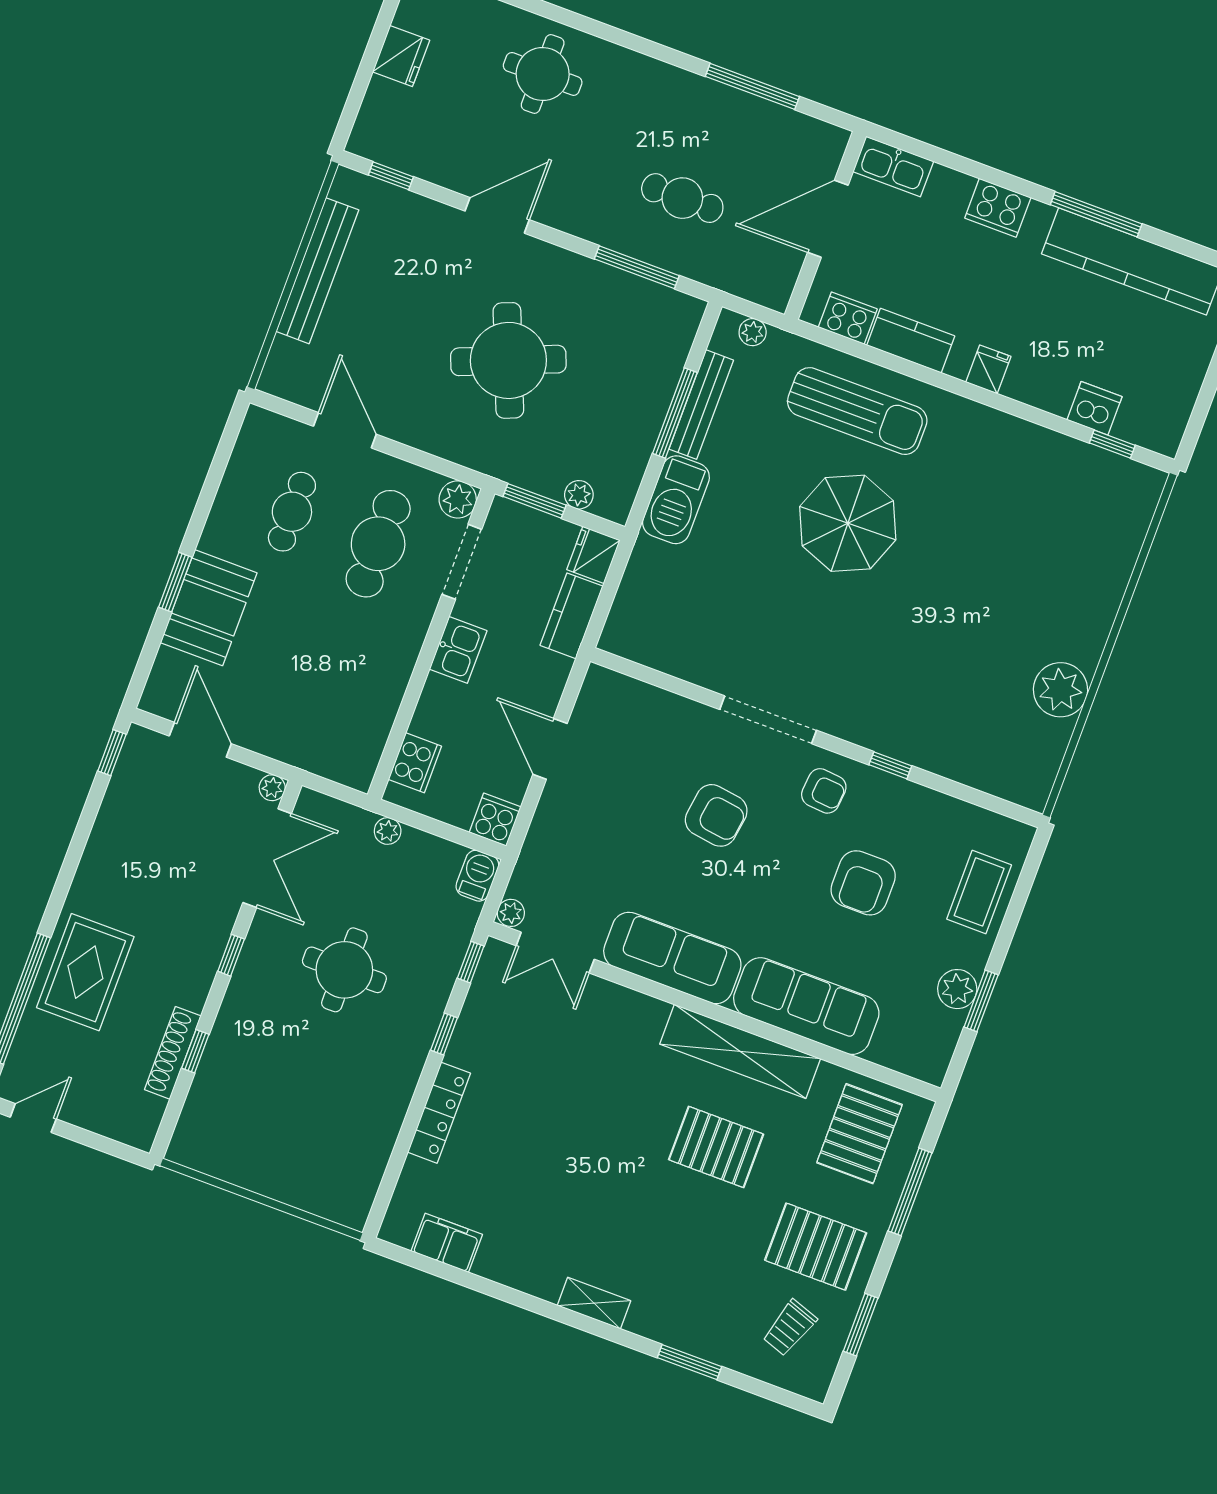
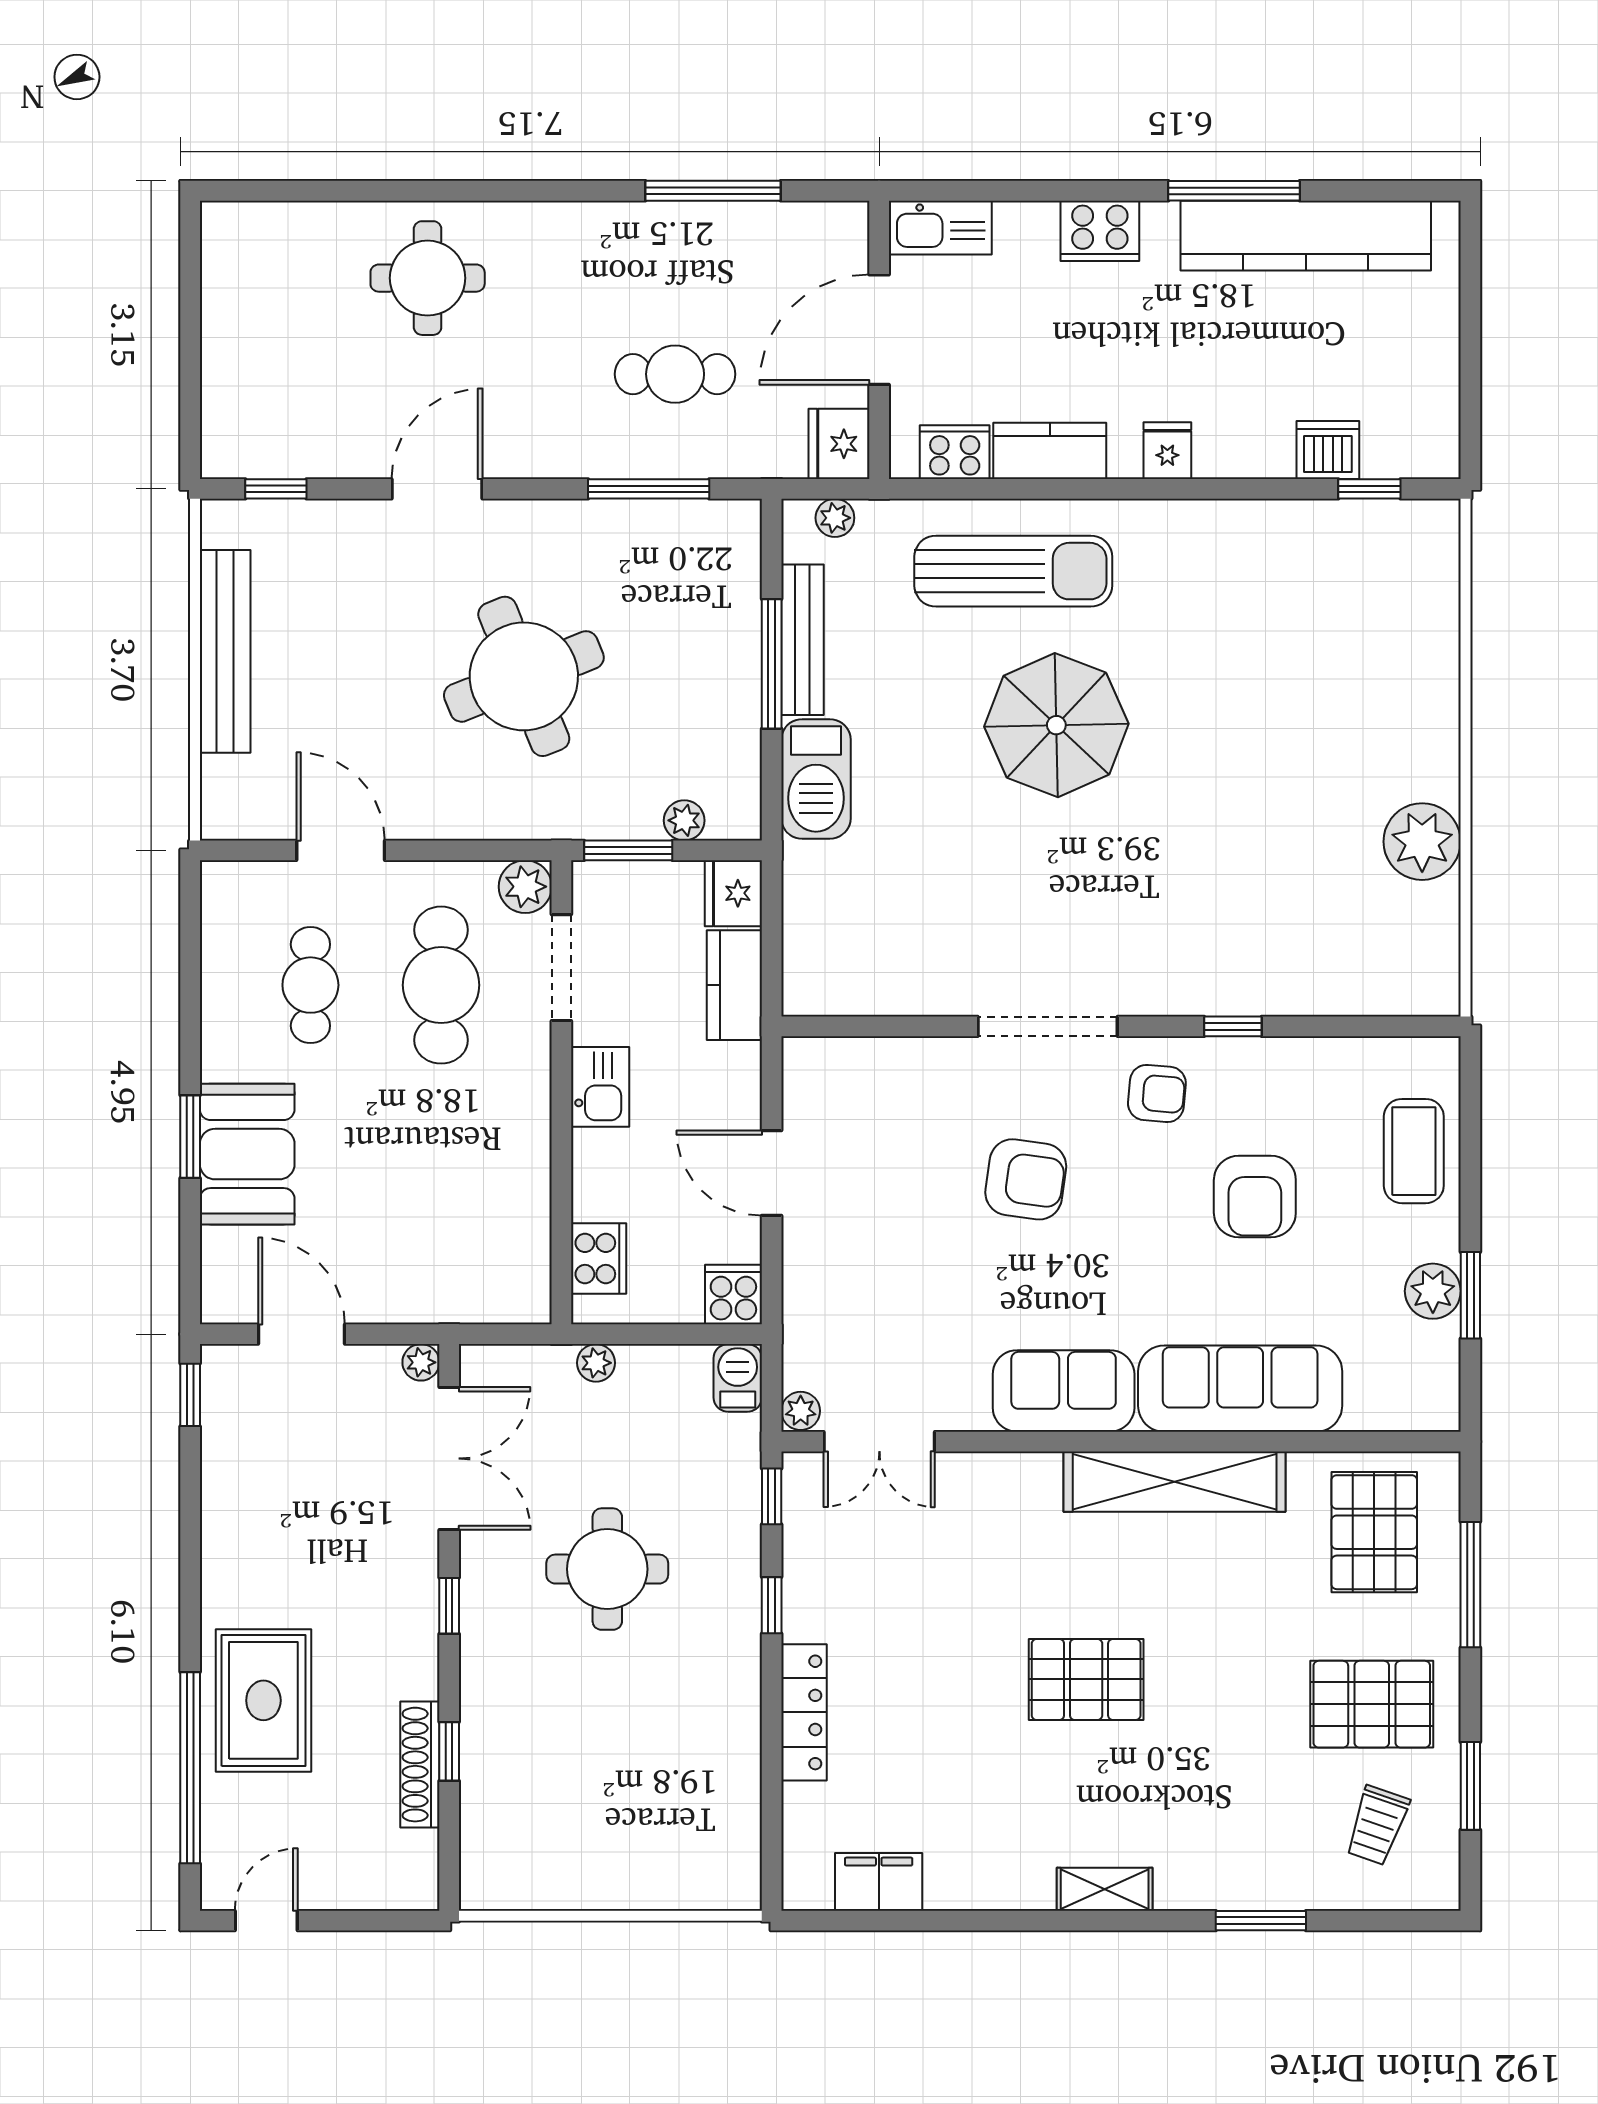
fridge: (401, 56) -> (839, 444), moved, turned 180
sofa: (672, 958) -> (1064, 1391), width x0.73
pallet: (716, 1147) -> (1086, 1679), moved

